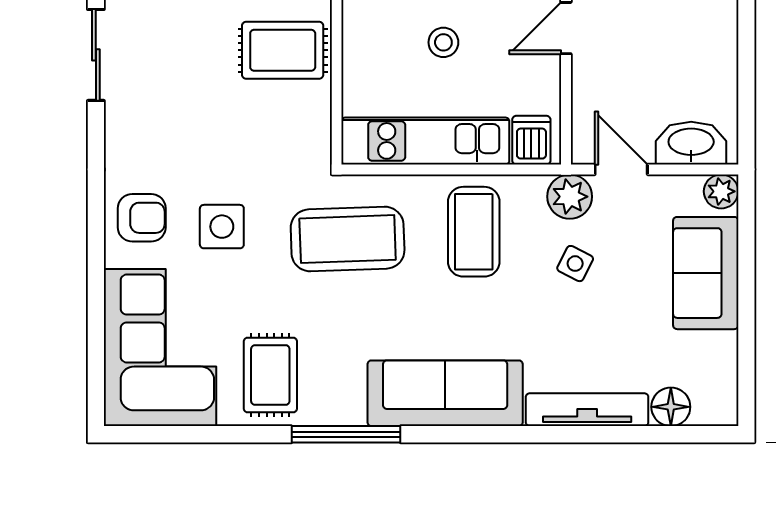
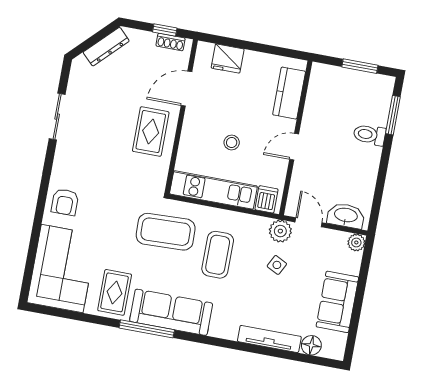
rug: (283, 50) -> (151, 132), turned 90
armchair: (142, 218) -> (65, 202), turned 90
side table: (222, 227) -> (104, 214), removed
coffee table: (474, 232) -> (218, 255), moved
sofa: (706, 273) -> (337, 302), moved
sofa: (445, 393) -> (171, 312), moved

